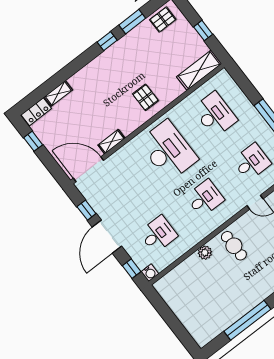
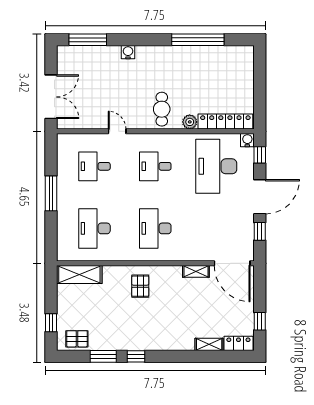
window: (203, 31) -> (51, 323), moved
desk: (168, 151) -> (155, 228), width x0.73, depth x0.77
desk: (158, 234) -> (216, 166), width x1.87, depth x1.30
locker: (178, 274) -> (225, 122), added

